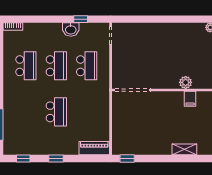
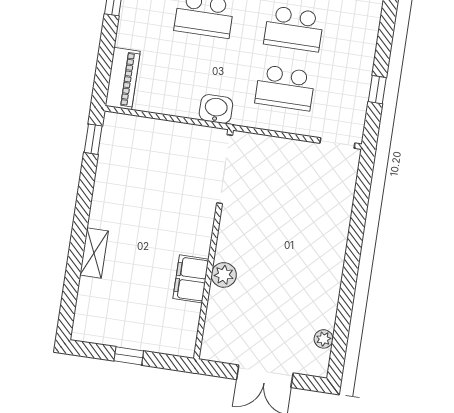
washbasin: (71, 30) -> (216, 109), moved, turned 90
filing cabinet: (190, 99) -> (191, 279), width x2.00

